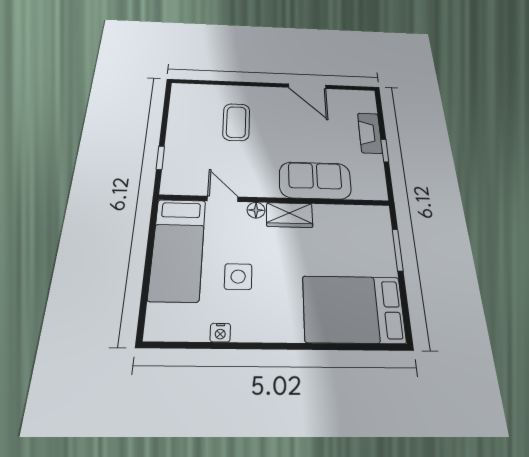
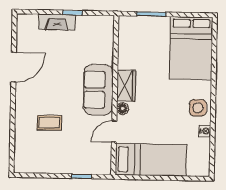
coffee table: (236, 122) -> (49, 123), width x0.73, depth x0.77
sofa: (315, 180) -> (98, 90), moved
side table: (238, 277) -> (198, 108), moved

